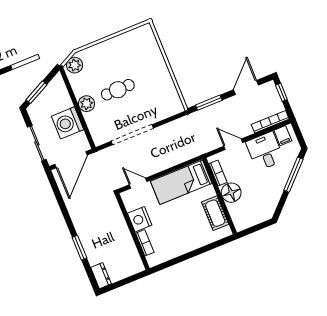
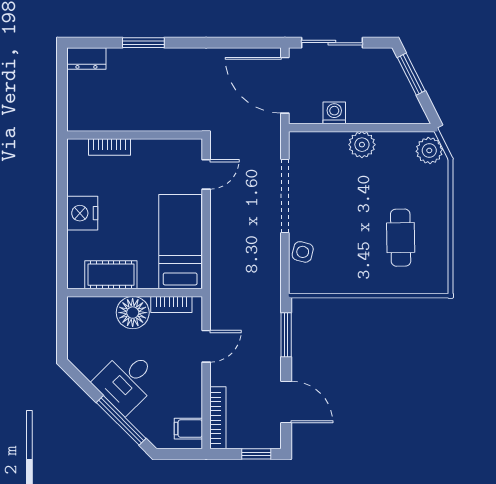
cafe table: (118, 90) -> (401, 238), moved
side table: (159, 112) -> (303, 252), added
washing machine: (68, 123) -> (334, 113), width x0.53, depth x0.53
desk: (265, 151) -> (127, 381), moved, turned 135
nightstand: (140, 219) -> (82, 213), moved, turned -90

